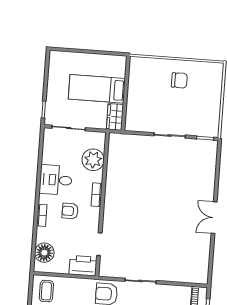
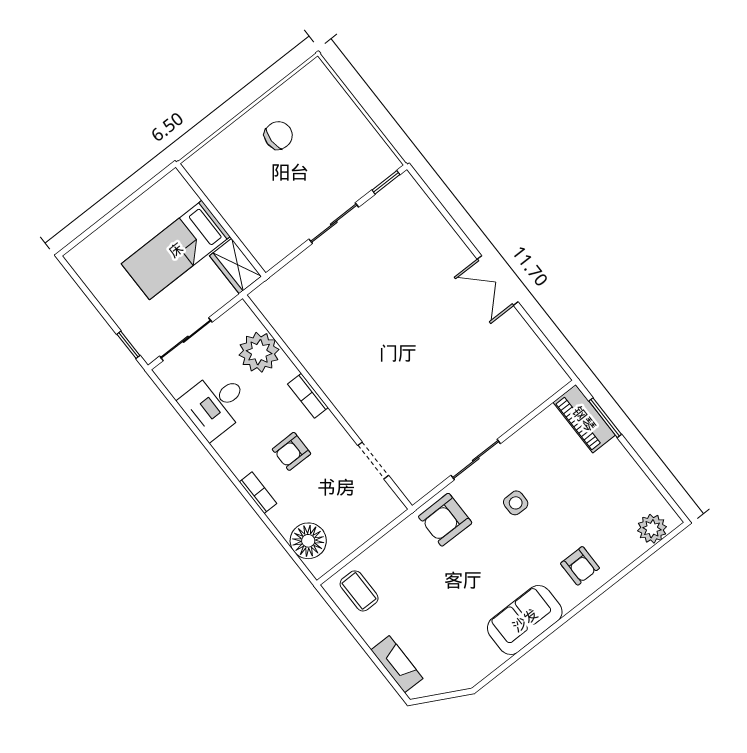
desk: (56, 180) -> (215, 404), moved
printer: (83, 266) -> (378, 510), removed

